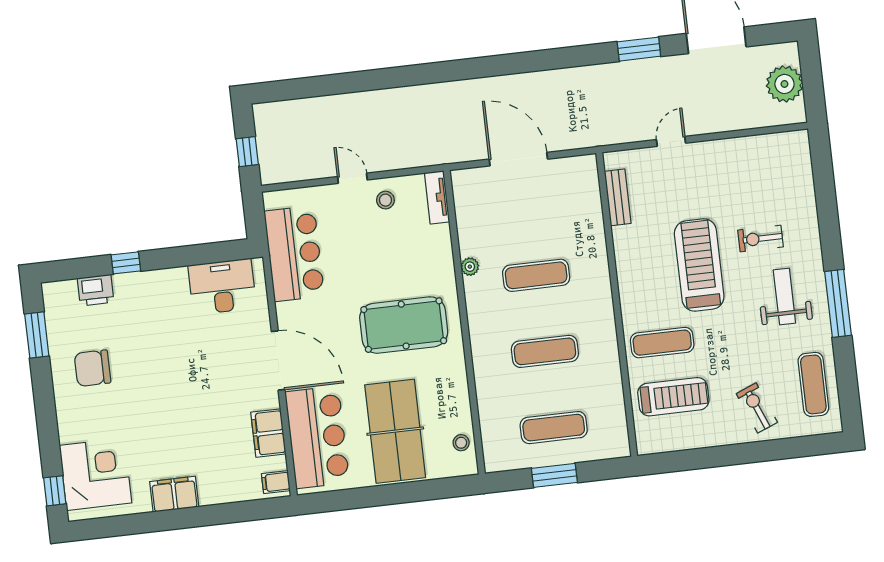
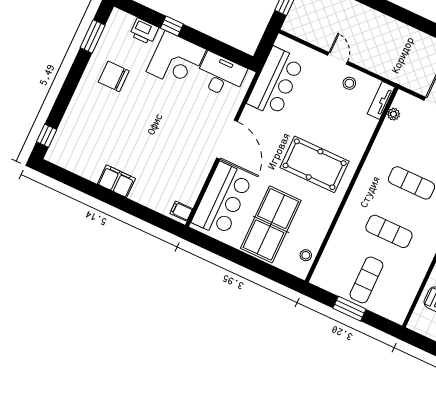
plant: (470, 267) -> (394, 114), moved
exercise mat: (554, 428) -> (366, 280), turned 90
filing cabinet: (268, 433) -> (195, 179), removed
corner desk: (96, 474) -> (176, 61), moved, turned 90

